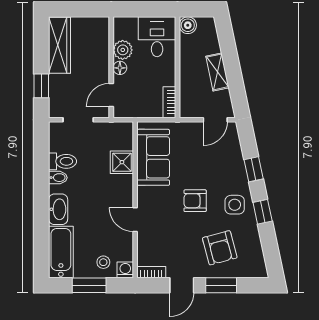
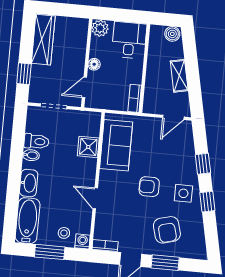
boiler: (188, 25) -> (172, 34), moved
plant: (123, 50) -> (100, 28), moved

